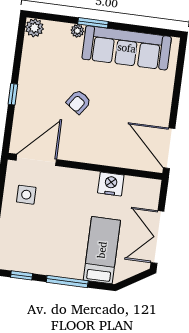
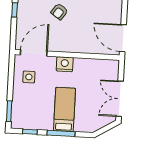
nightstand: (111, 184) -> (65, 64), moved
bed: (102, 250) -> (64, 109), moved

